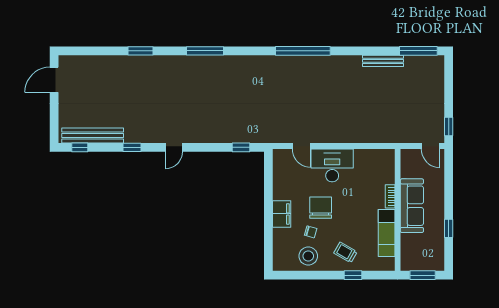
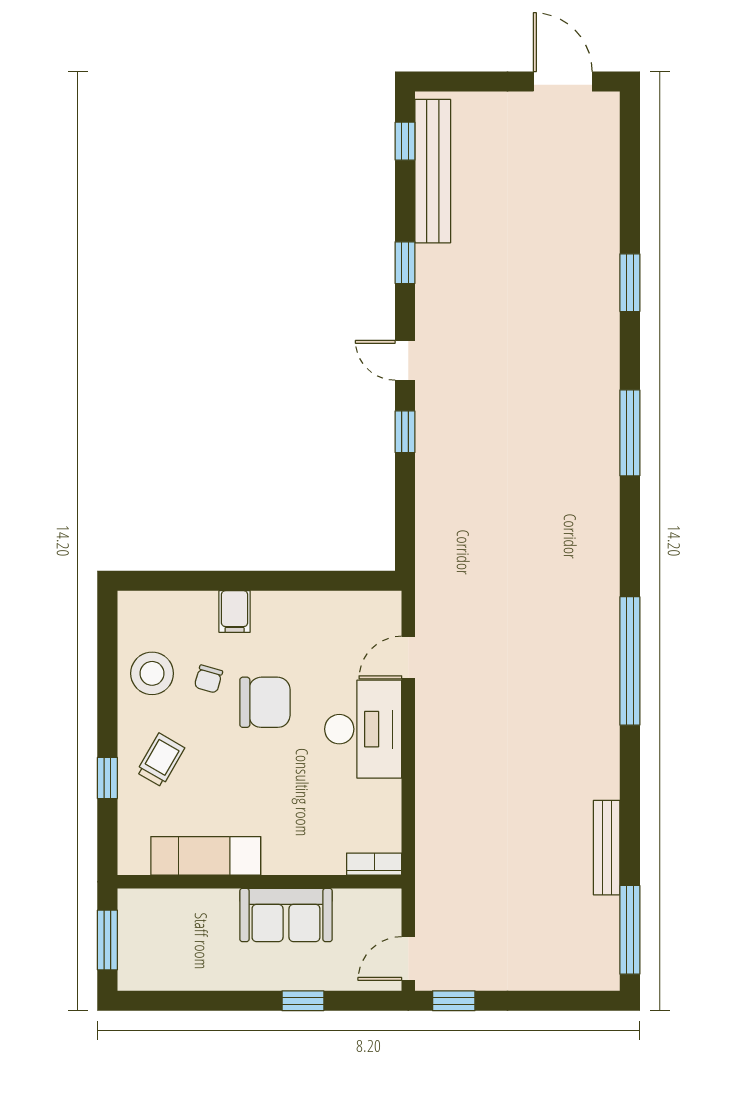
window: (241, 147) -> (405, 432), moved
bookcase: (390, 196) -> (374, 864), moved
sofa: (412, 206) -> (286, 915), width x0.73
filing cabinet: (282, 214) -> (235, 612), width x0.50
window: (449, 228) -> (303, 1001), moved

